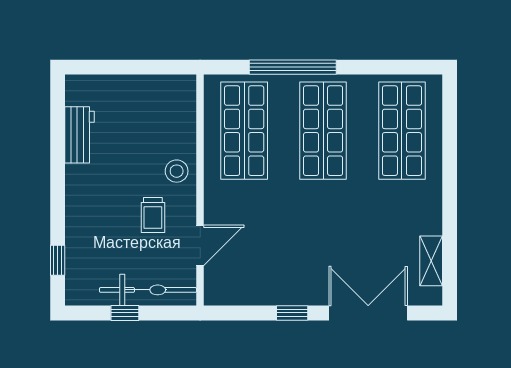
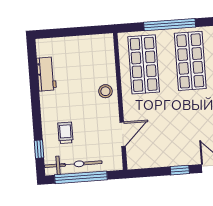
trolley: (153, 215) -> (65, 133), moved, turned 180
bicycle: (148, 290) -> (73, 164), moved
window: (125, 313) -> (81, 177), width x3.17

